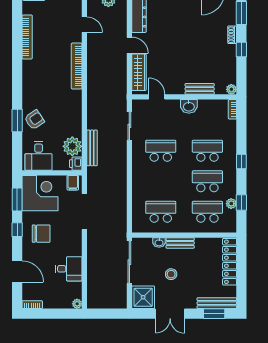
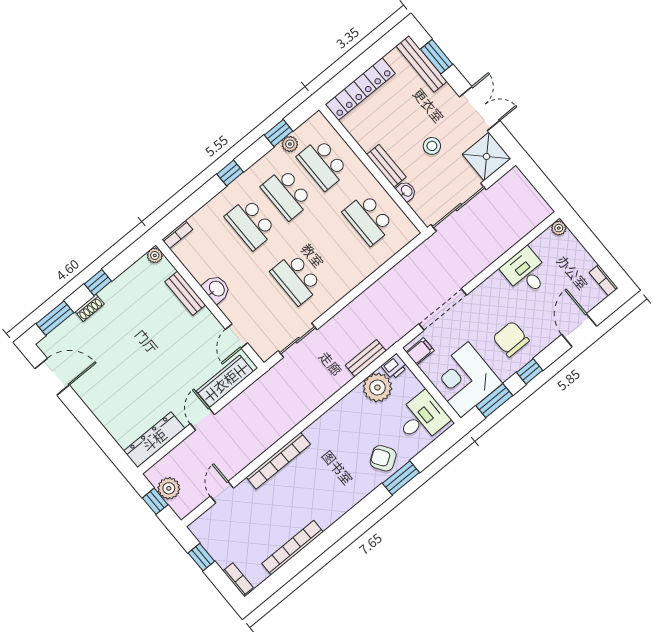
bench: (92, 148) -> (366, 358), width x0.73

